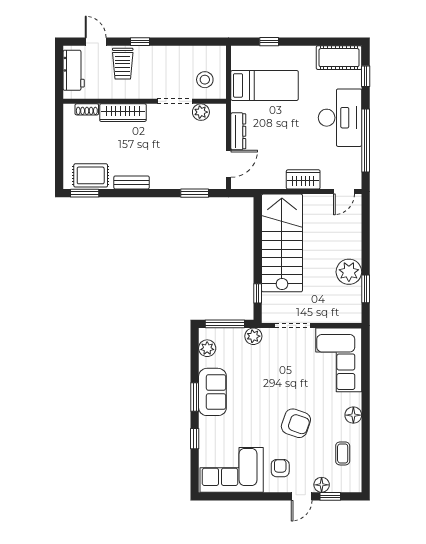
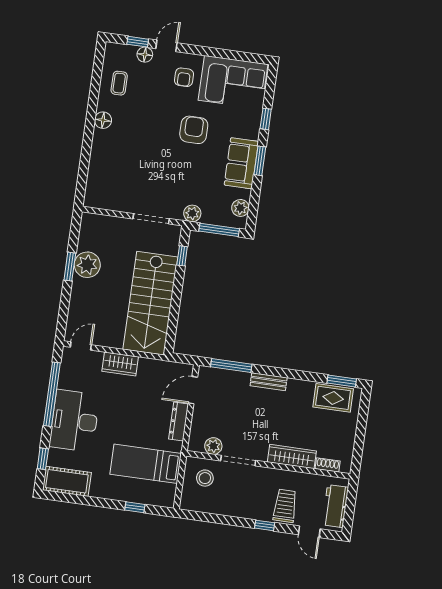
bench: (132, 182) -> (269, 382), moved
window: (195, 193) -> (231, 365), width x1.44
window: (366, 289) -> (70, 267), moved
corner sofa: (339, 360) -> (110, 178), removed
armchair: (296, 423) -> (194, 130), moved, turned 71

